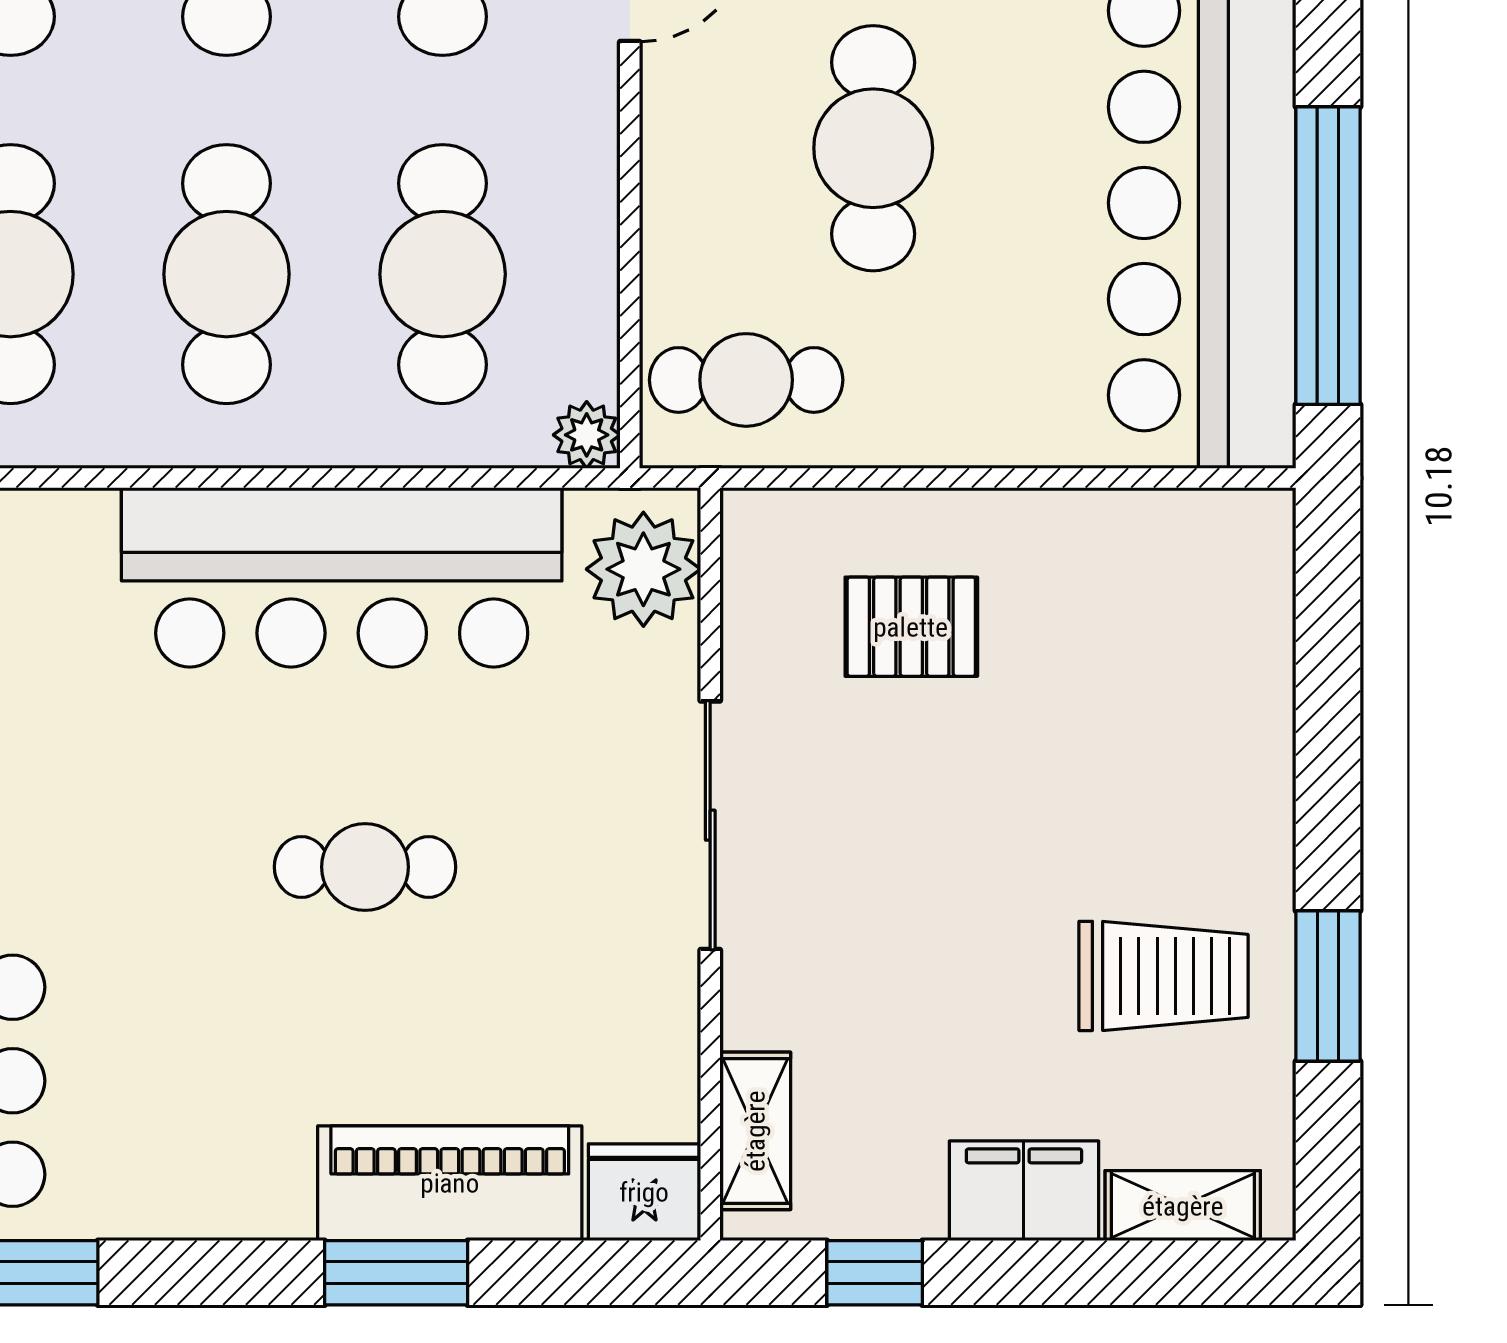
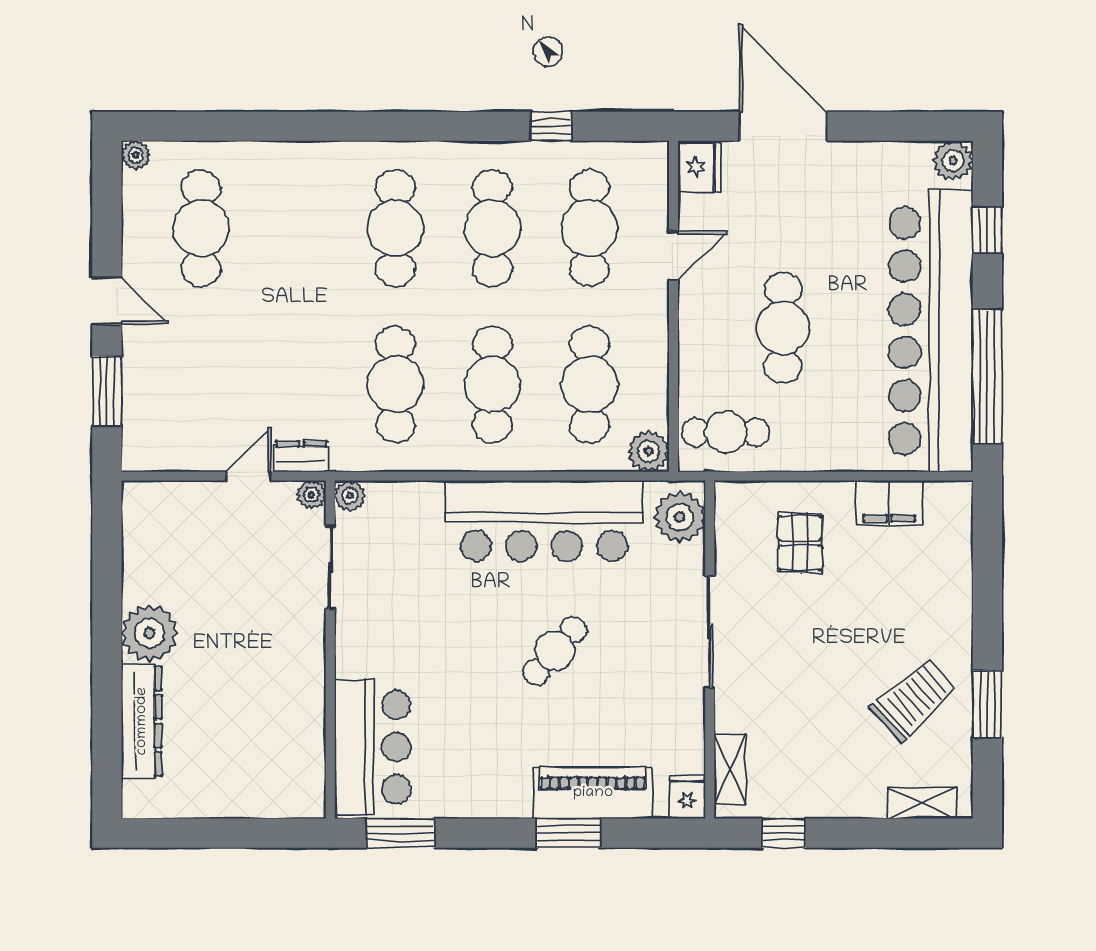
plant: (587, 435) -> (649, 451), width x1.38, depth x1.38
pallet: (911, 627) -> (800, 543), turned 90
cafe table: (365, 867) -> (555, 651), turned -49
trolley: (1164, 976) -> (913, 700), turned -42
filing cabinet: (1024, 1191) -> (889, 503), moved, turned 180
fridge: (644, 1192) -> (687, 797), width x0.72

